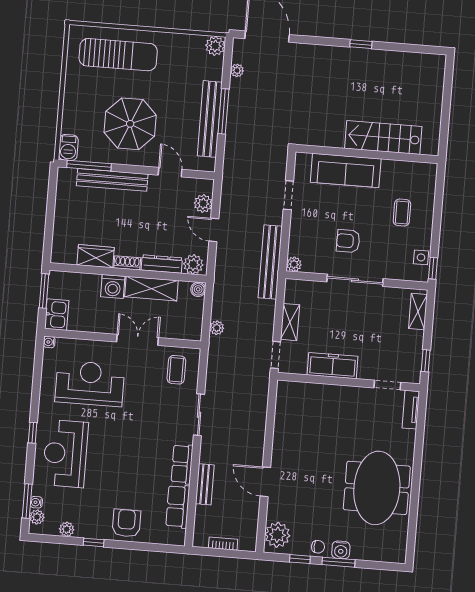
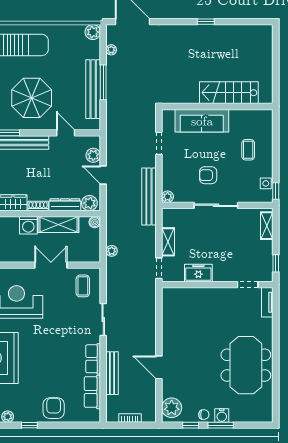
freezer: (333, 366) -> (198, 273), width x0.71
bench: (205, 484) -> (112, 373), width x1.36

